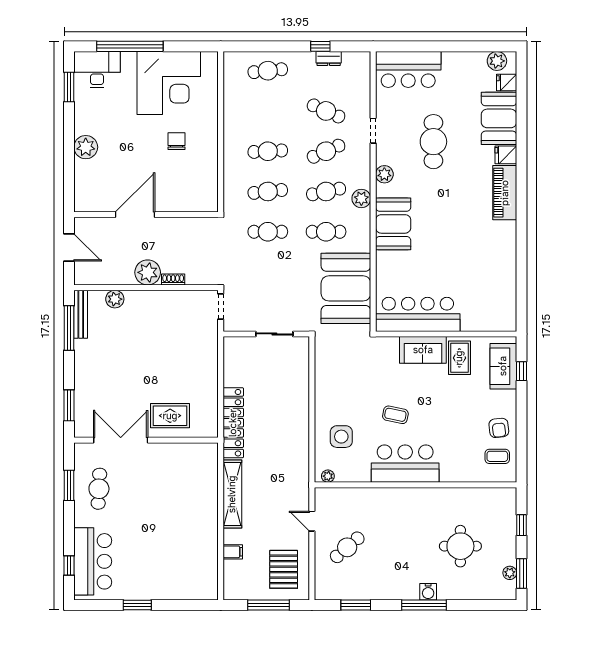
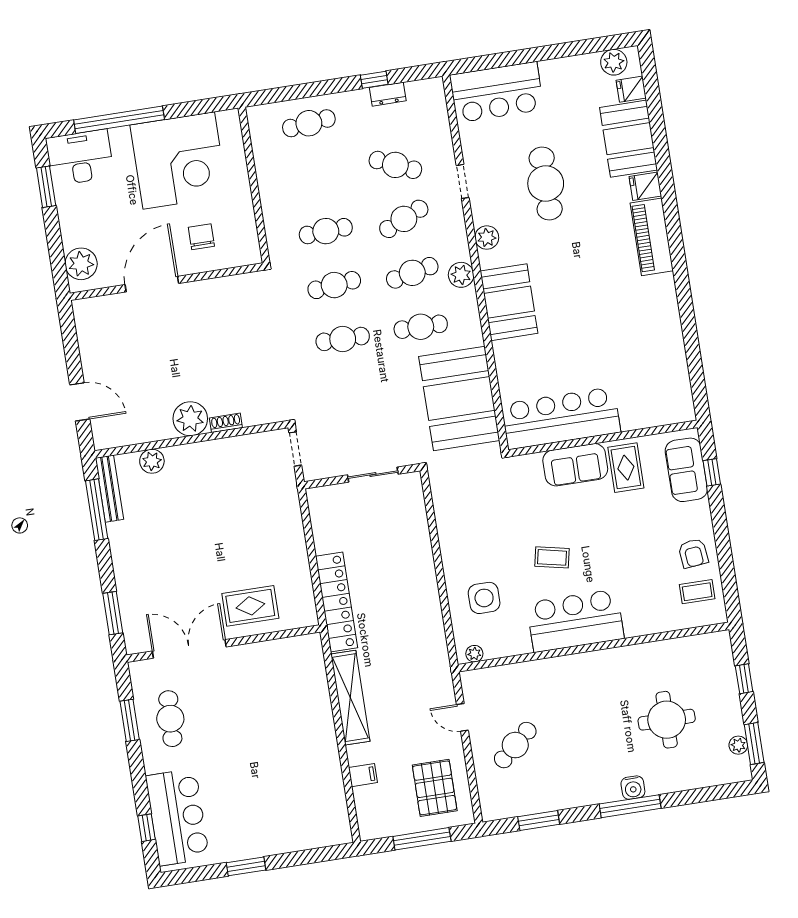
door: (135, 215) -> (152, 284), moved
wall: (146, 215) -> (167, 282), moved

